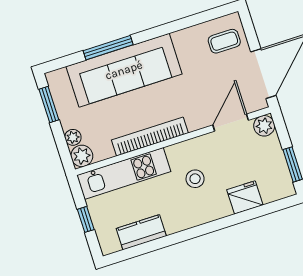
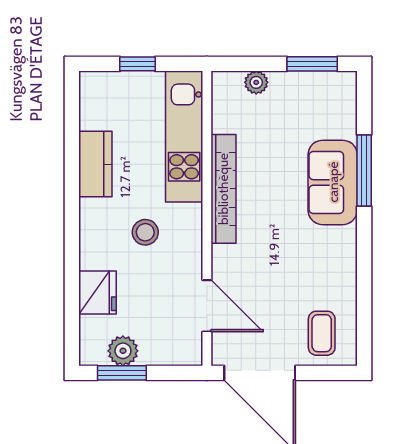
sofa: (124, 70) -> (333, 182), width x0.54, depth x0.79
plant: (264, 126) -> (123, 351), moved
plant: (82, 156) -> (227, 86), removed
kitchen counter: (141, 232) -> (95, 164), moved

